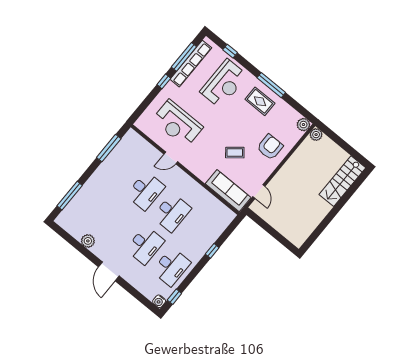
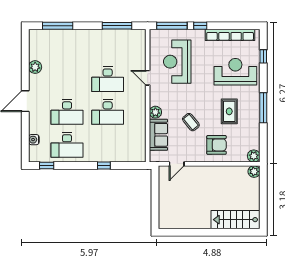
window: (184, 57) -> (172, 26), moved
reception desk: (224, 84) -> (235, 72), turned 180
rug: (260, 101) -> (229, 111), moved
plant: (203, 174) -> (155, 112), added
sofa: (228, 191) -> (158, 135), width x0.73
water cooler: (159, 301) -> (34, 140), moved

